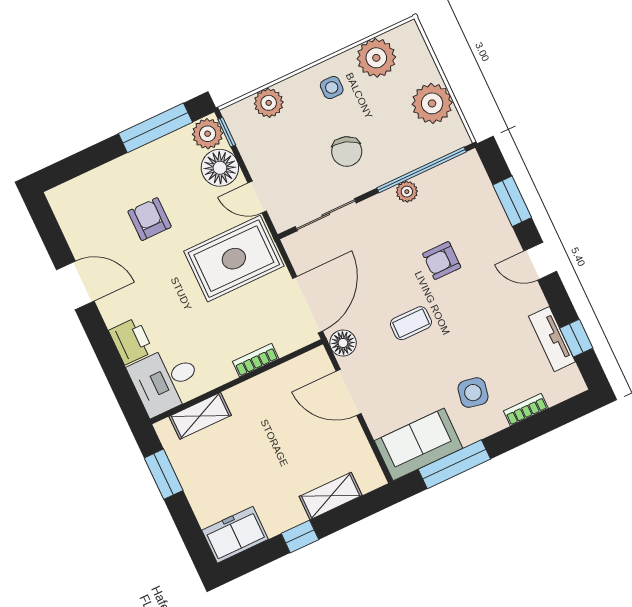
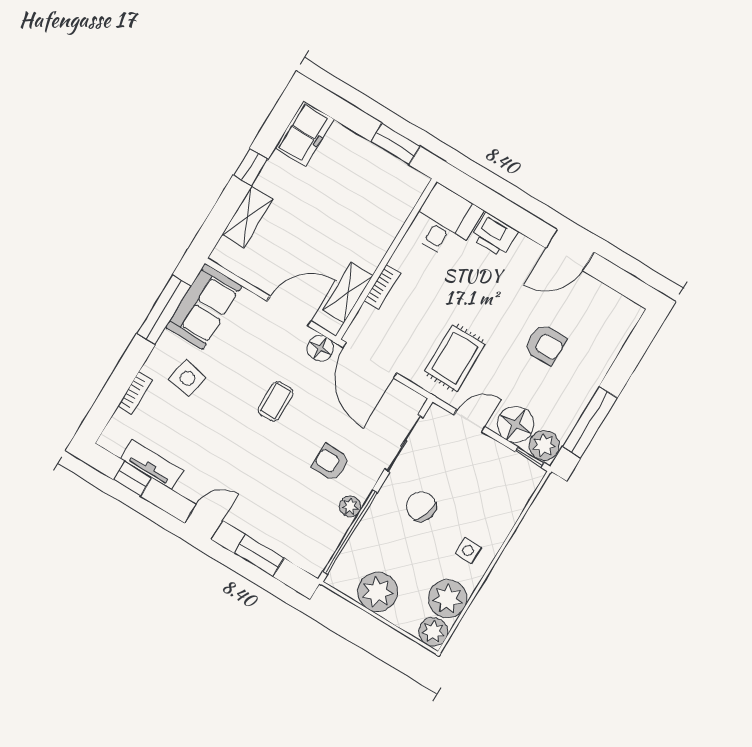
plant: (269, 103) -> (433, 632), moved
rug: (234, 259) -> (455, 358), width x0.73, depth x0.70
armchair: (442, 261) -> (331, 463), moved, turned -89
shelving: (200, 416) -> (348, 293), moved

